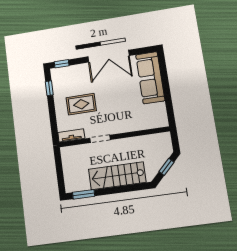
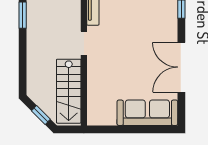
rug: (81, 104) -> (128, 27), removed
stairs: (117, 176) -> (69, 91), moved, turned 180

